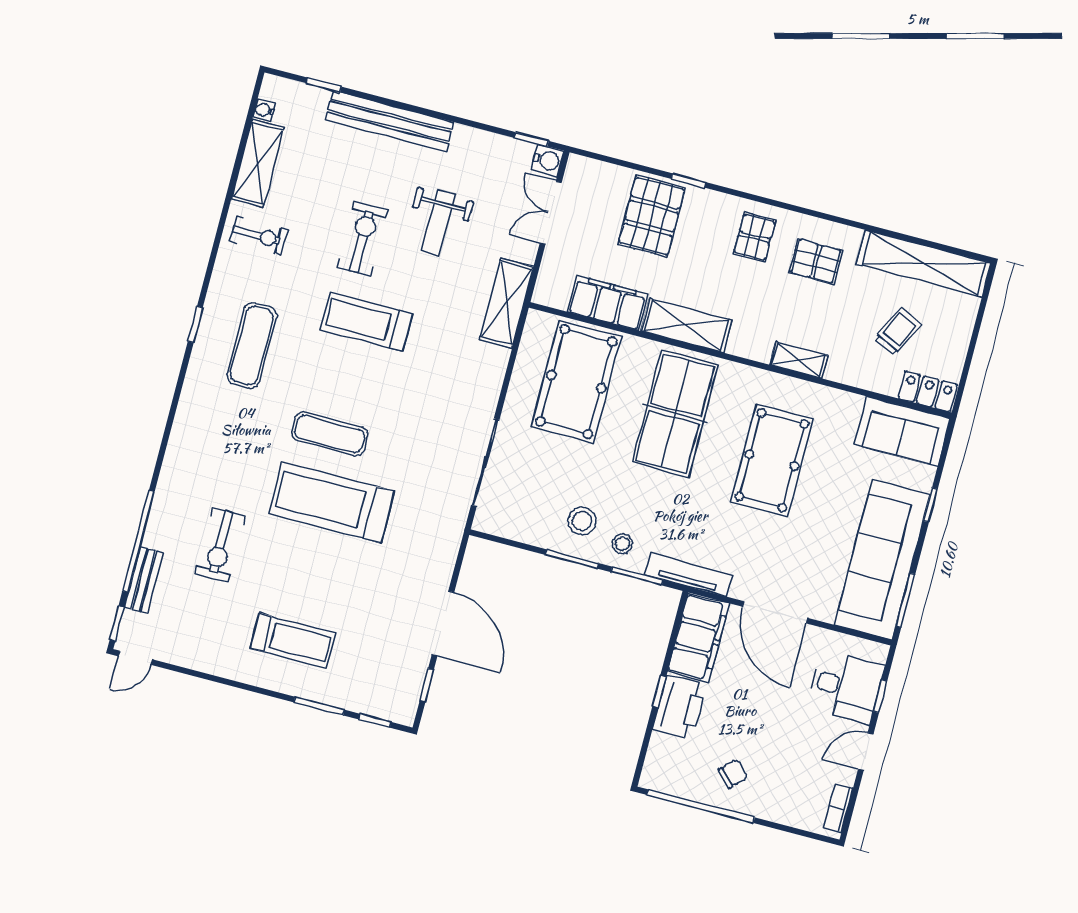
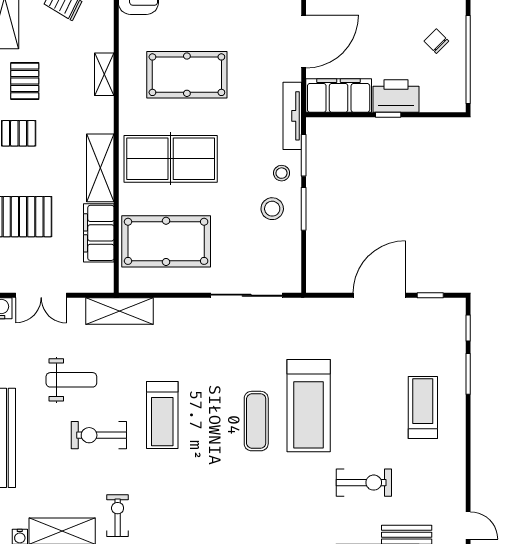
exercise mat: (252, 346) -> (204, 499), removed

